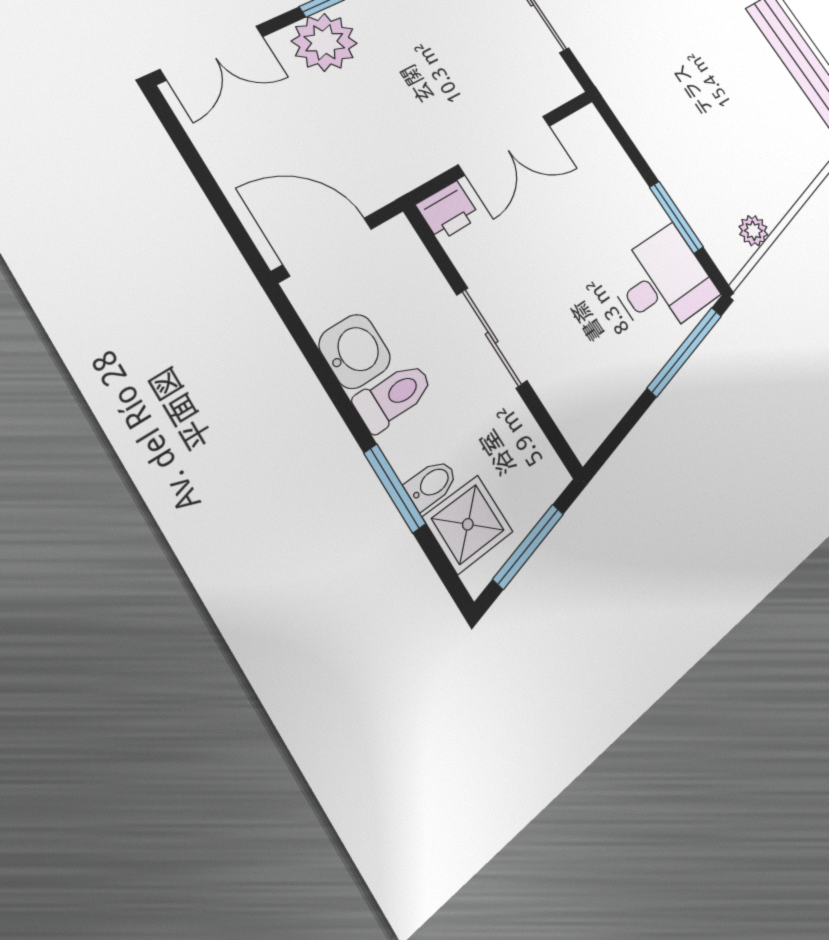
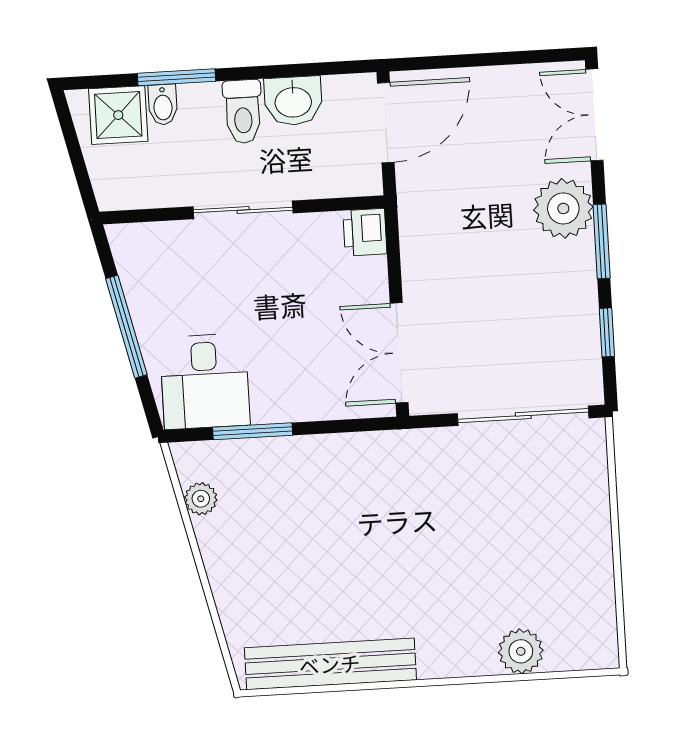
double door: (505, 145) -> (399, 353), moved
window: (685, 351) -> (126, 327), moved
window: (529, 546) -> (74, 150), removed

